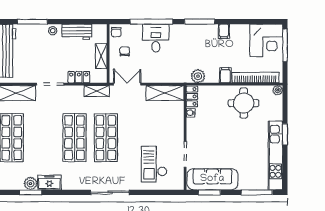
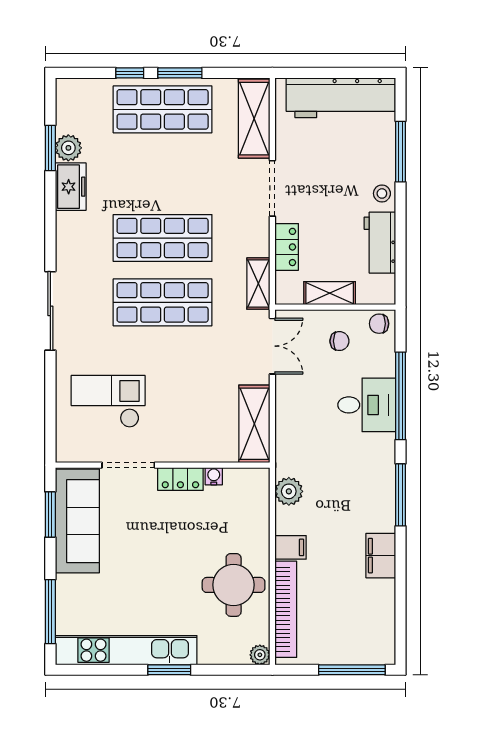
filing cabinet: (224, 31) -> (381, 556), width x2.00
corner desk: (266, 40) -> (362, 631), removed
locker: (192, 96) -> (180, 479), moved

